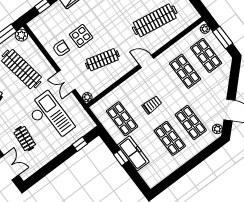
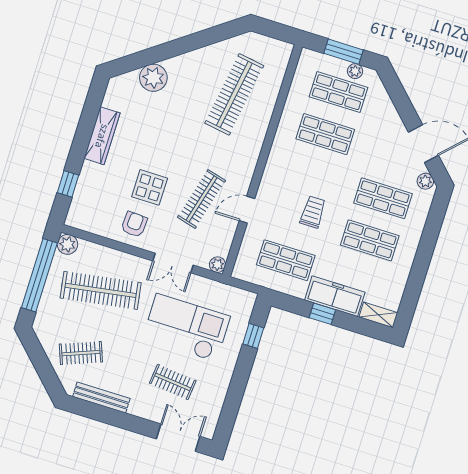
plant: (205, 29) -> (355, 71), moved
door: (146, 61) -> (247, 210), moved
shelving: (148, 178) -> (378, 315), added

